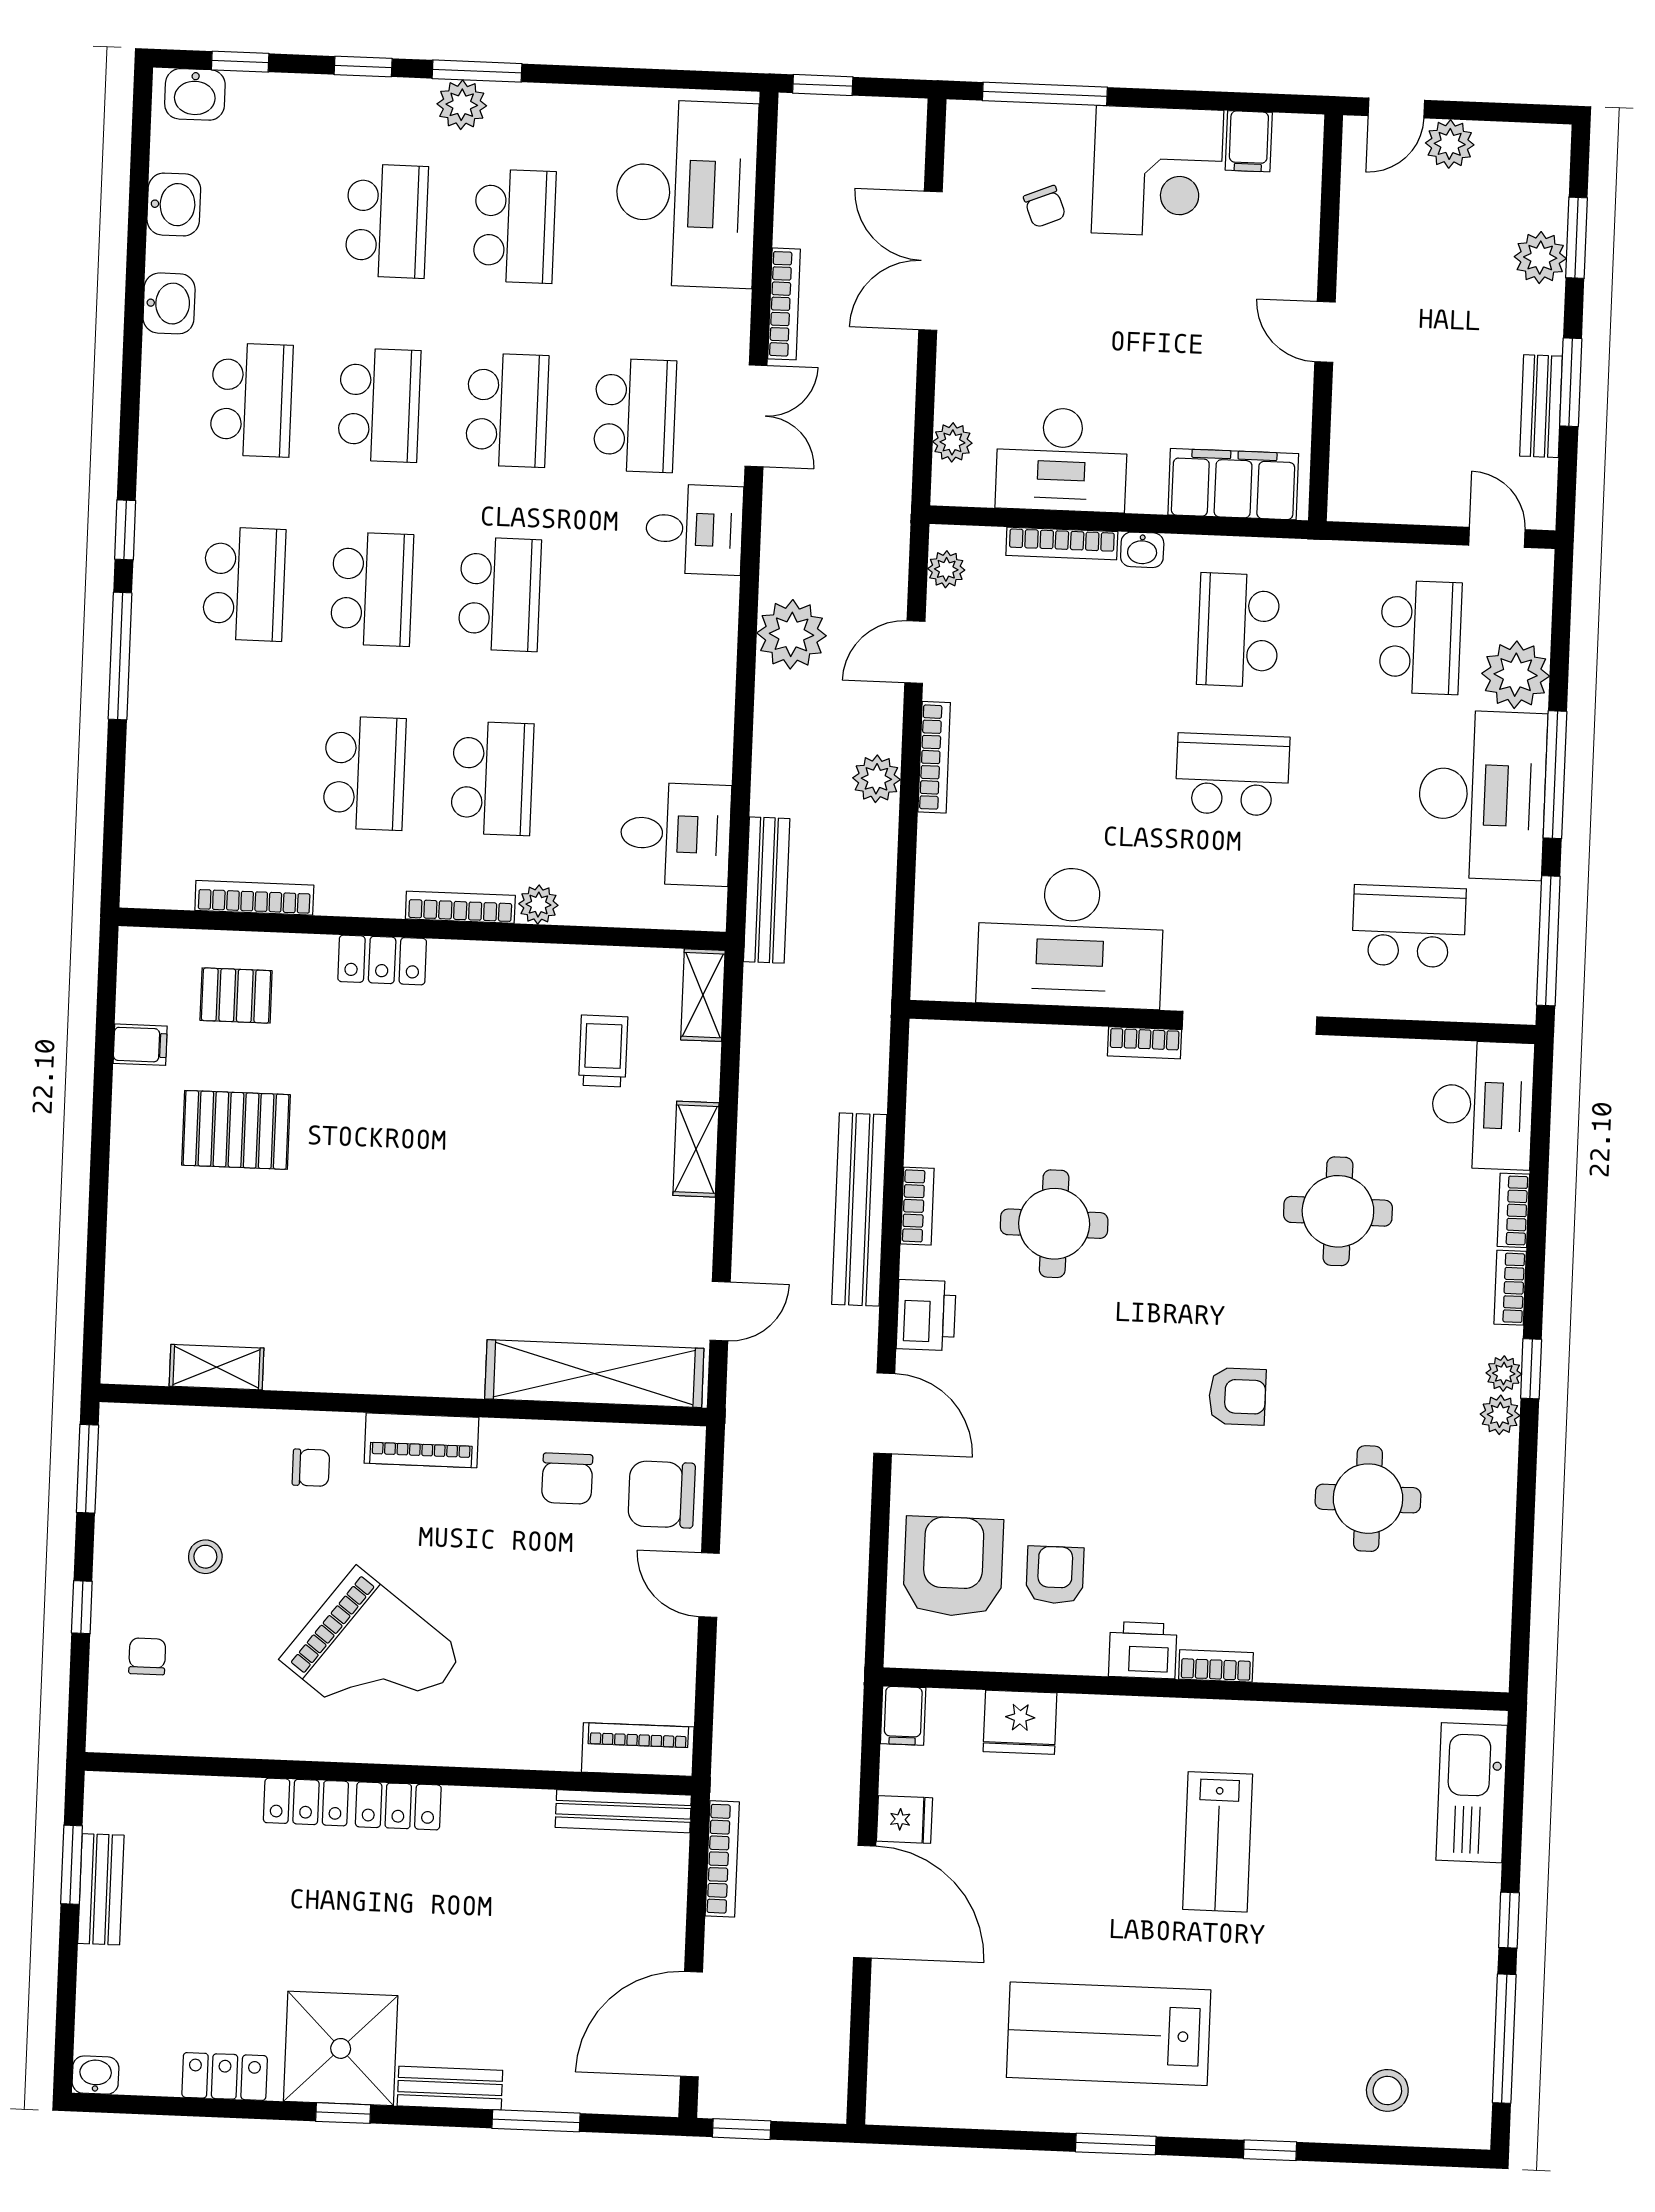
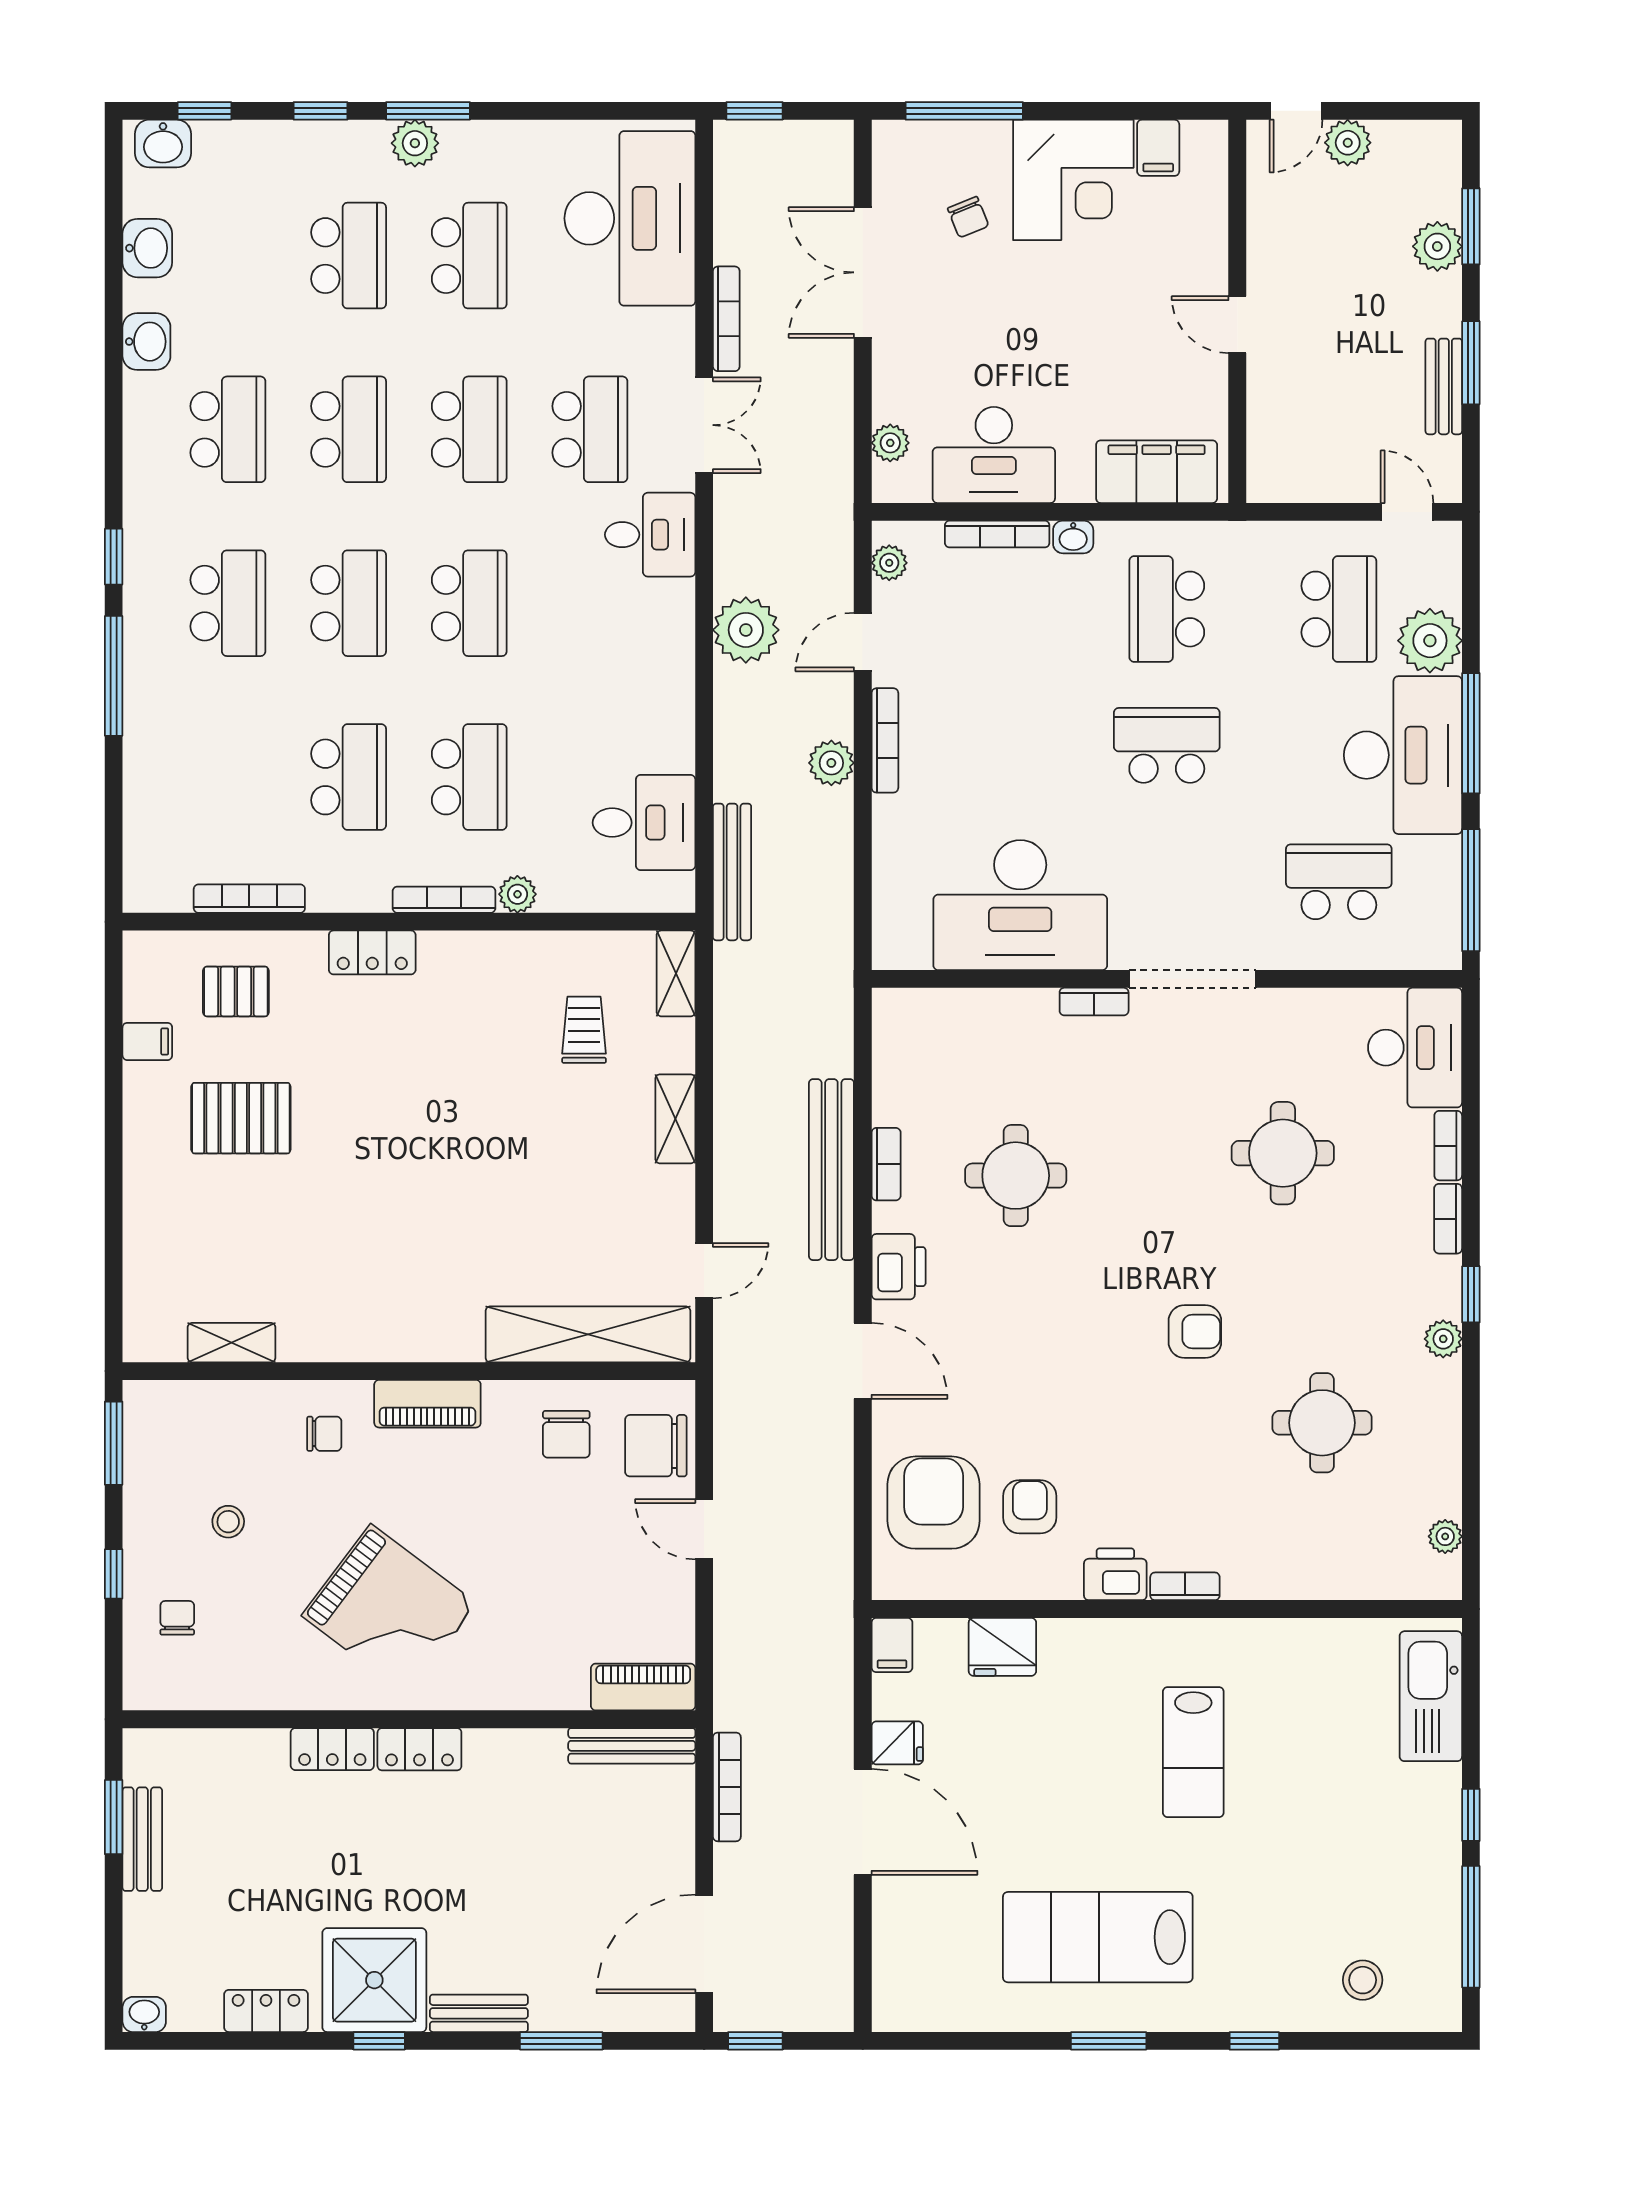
plant: (1504, 1373) -> (1445, 1536), moved

